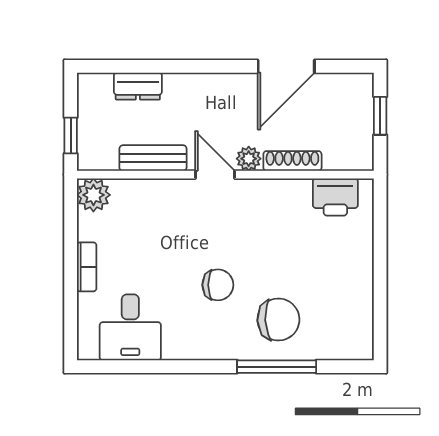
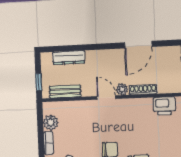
dresser: (138, 86) -> (69, 58), width x1.44
bench: (153, 158) -> (65, 92), moved
plant: (93, 195) -> (51, 123), moved

